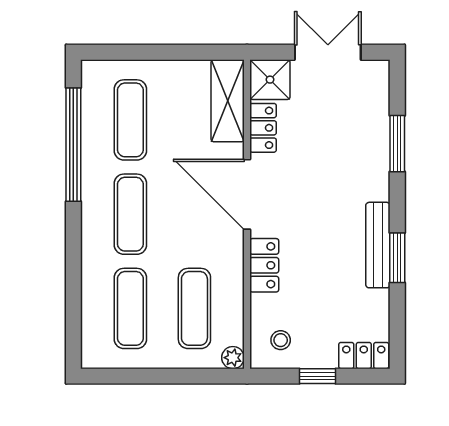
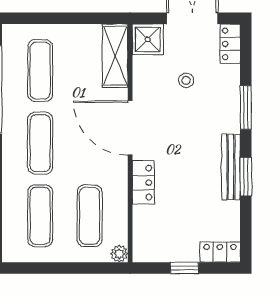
locker: (263, 128) -> (230, 44), moved, turned 180
window: (397, 144) -> (246, 108), moved
stool: (281, 340) -> (186, 80), moved

